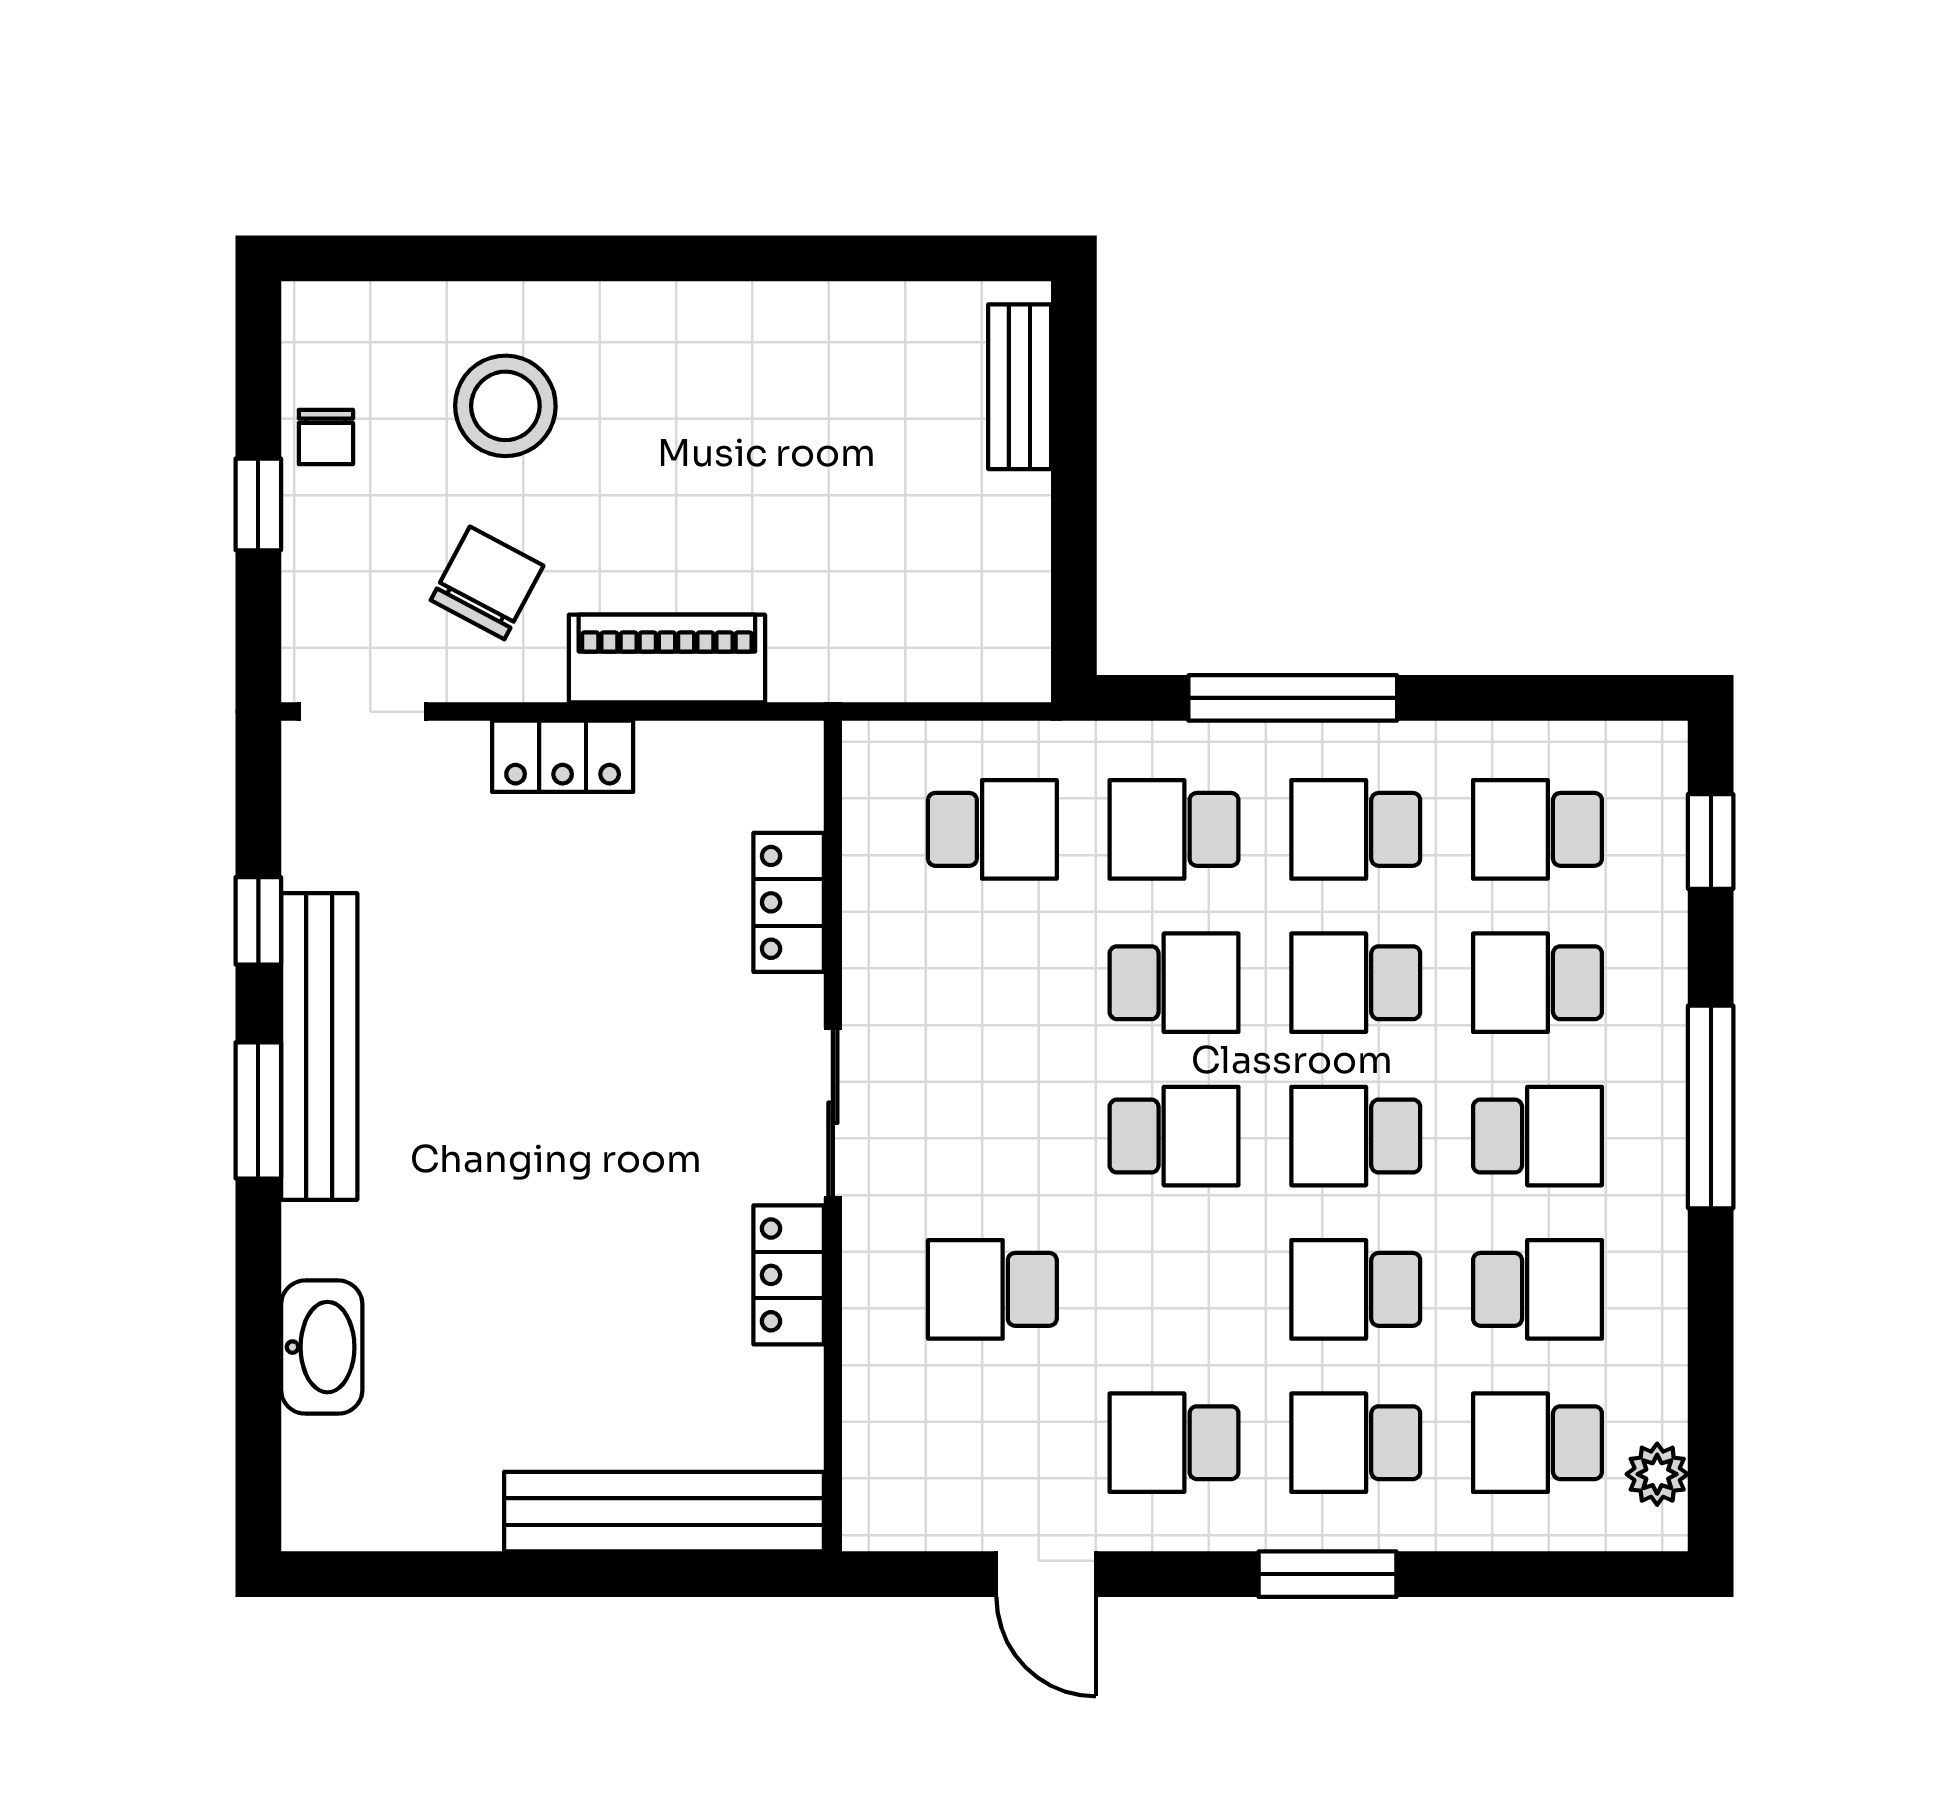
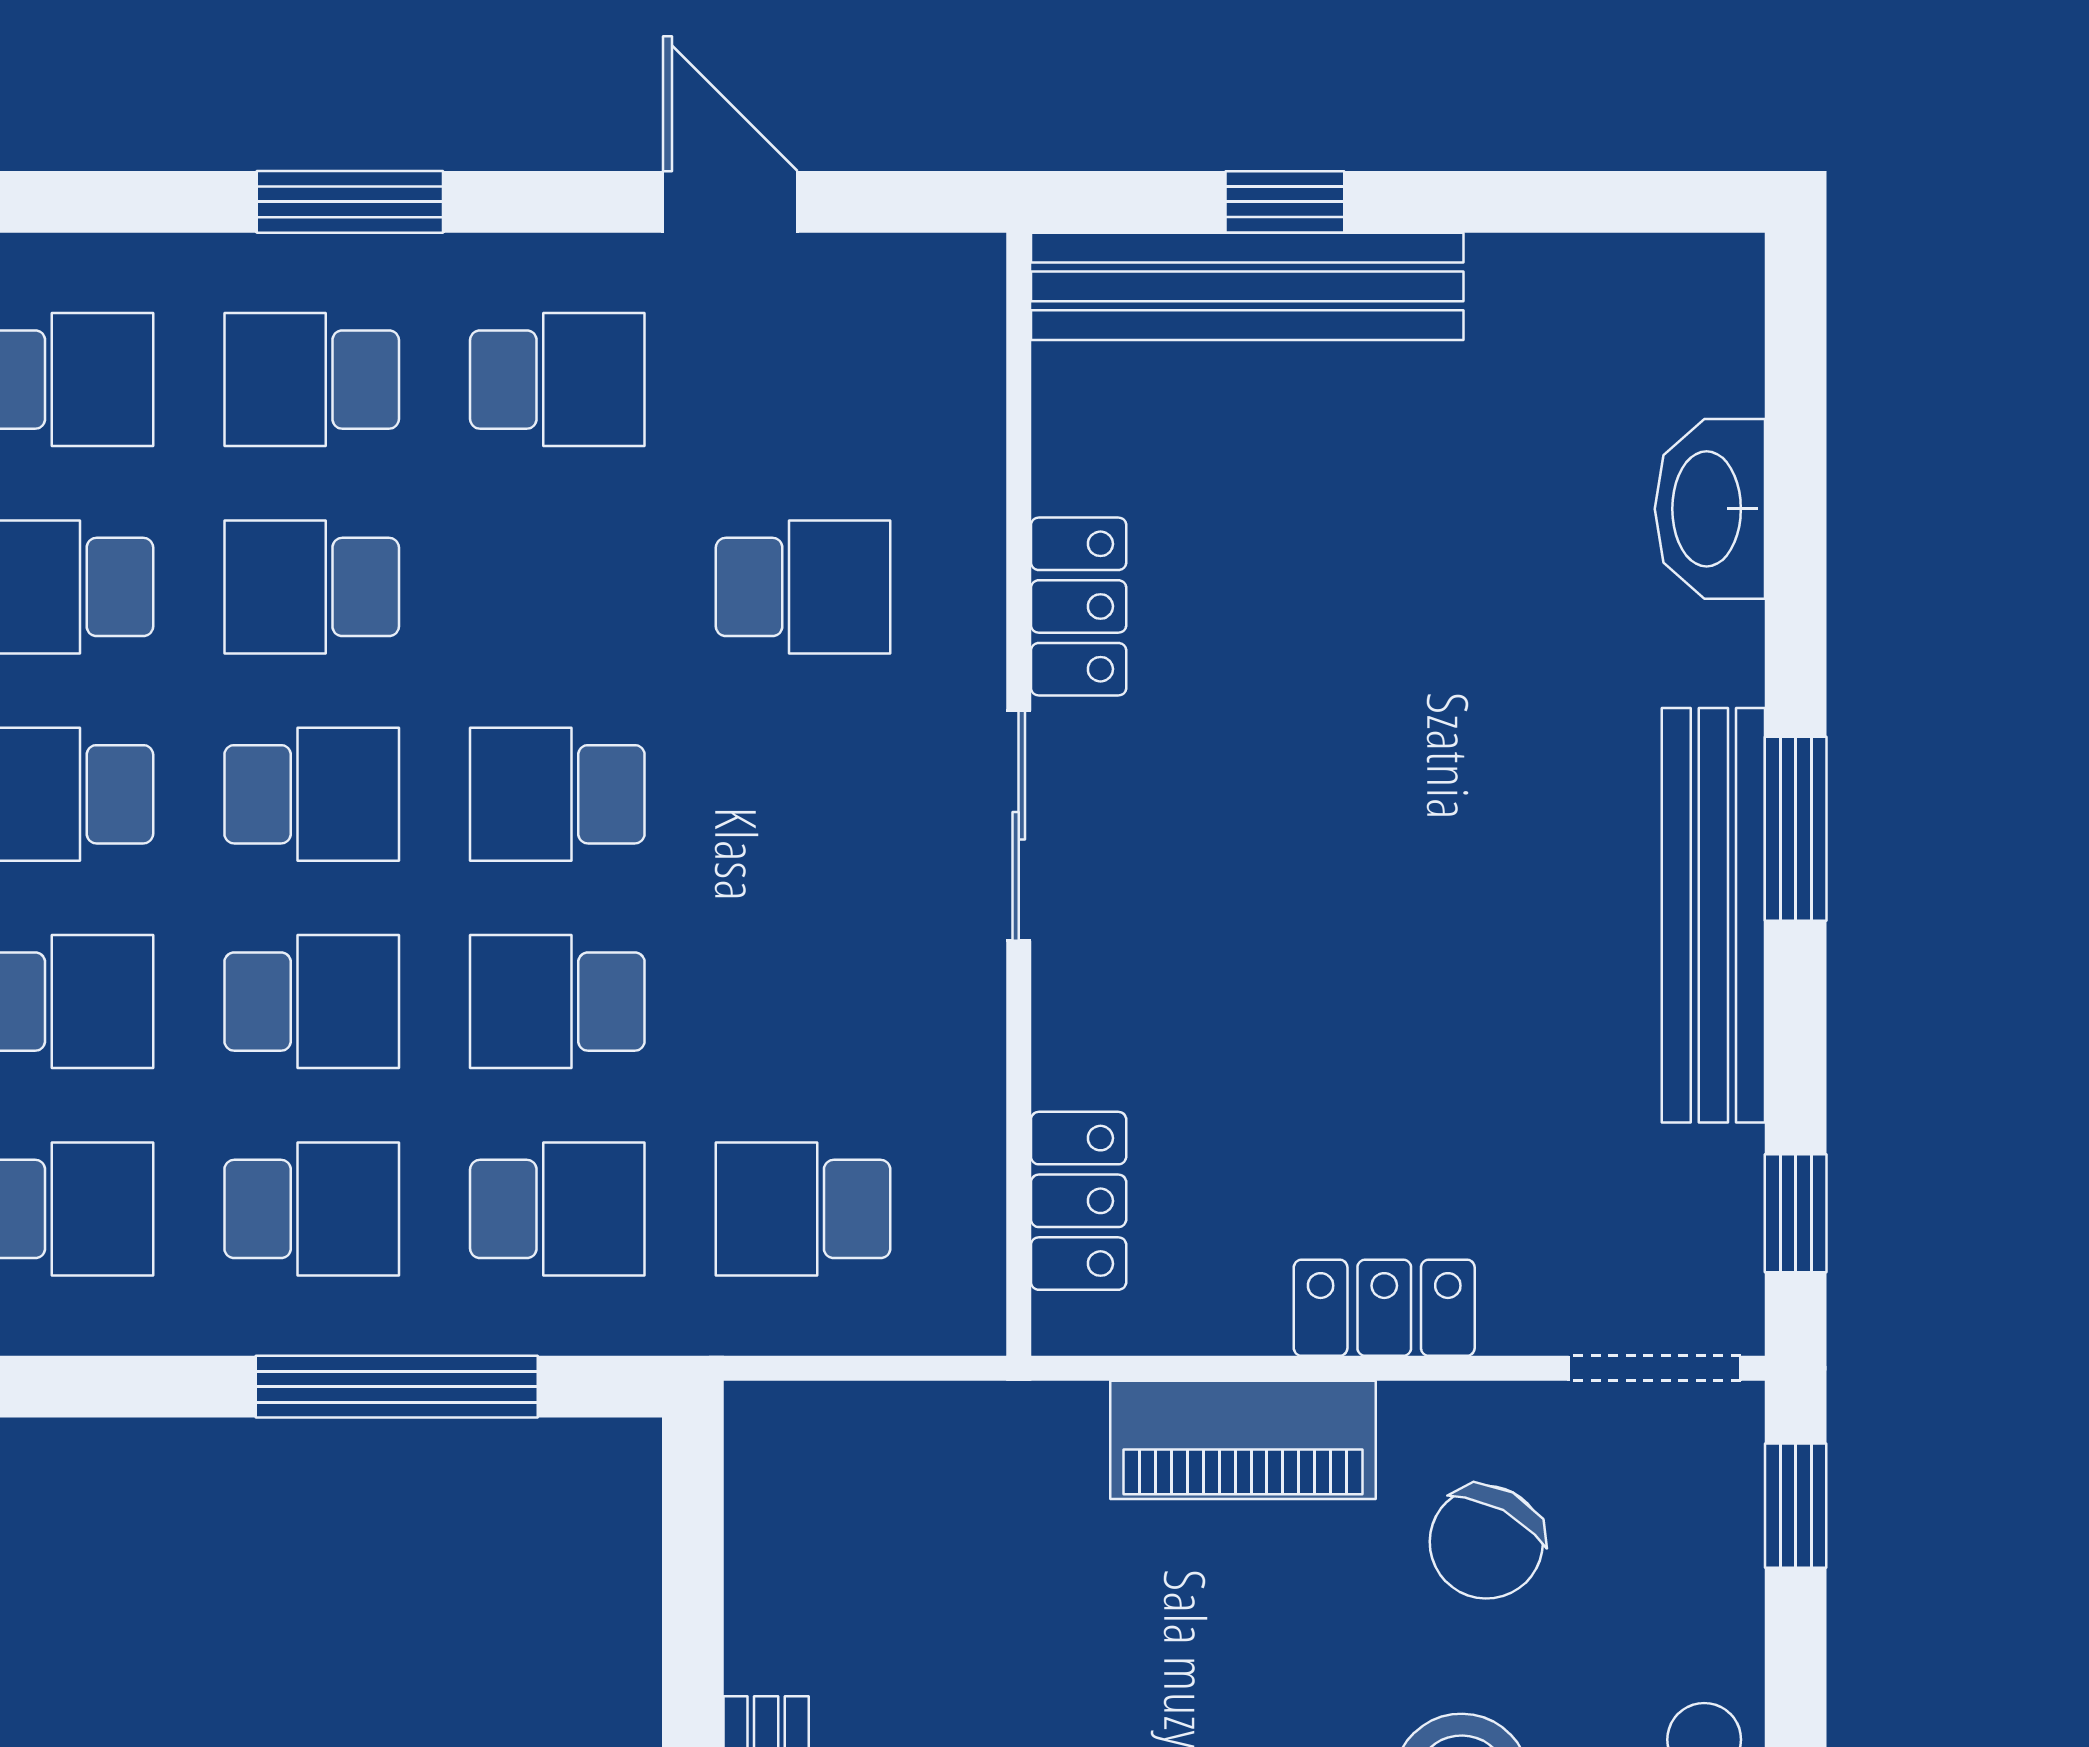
window: (258, 504) -> (1796, 1506), moved
locker: (789, 902) -> (1079, 1201), moved
window: (258, 921) -> (1796, 1213), moved
school desk: (1356, 1289) -> (312, 587), turned 180
school desk: (1356, 1443) -> (312, 380), turned 180
window: (636, 1574) -> (1285, 202), added

